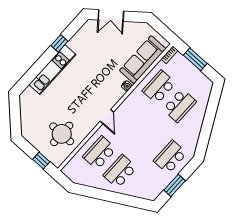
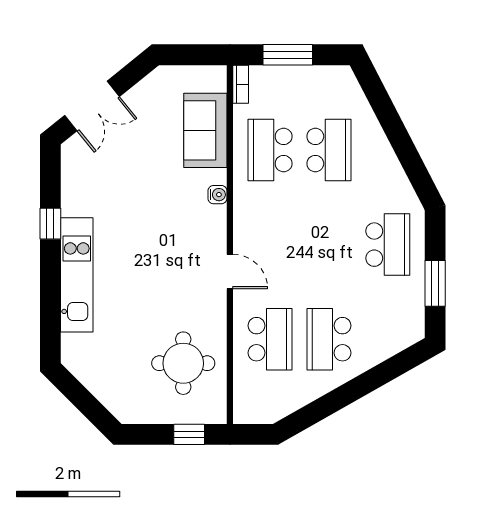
sofa: (143, 60) -> (205, 130), width x0.73
school desk: (99, 153) -> (270, 339), turned 180
school desk: (170, 157) -> (388, 245), turned 180

